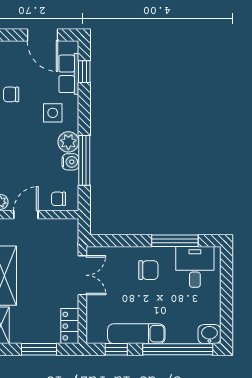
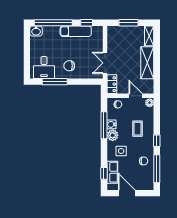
coffee table: (23, 154) -> (137, 129), added
door: (26, 215) -> (136, 96), swing flipped
locker: (70, 326) -> (112, 84), moved

